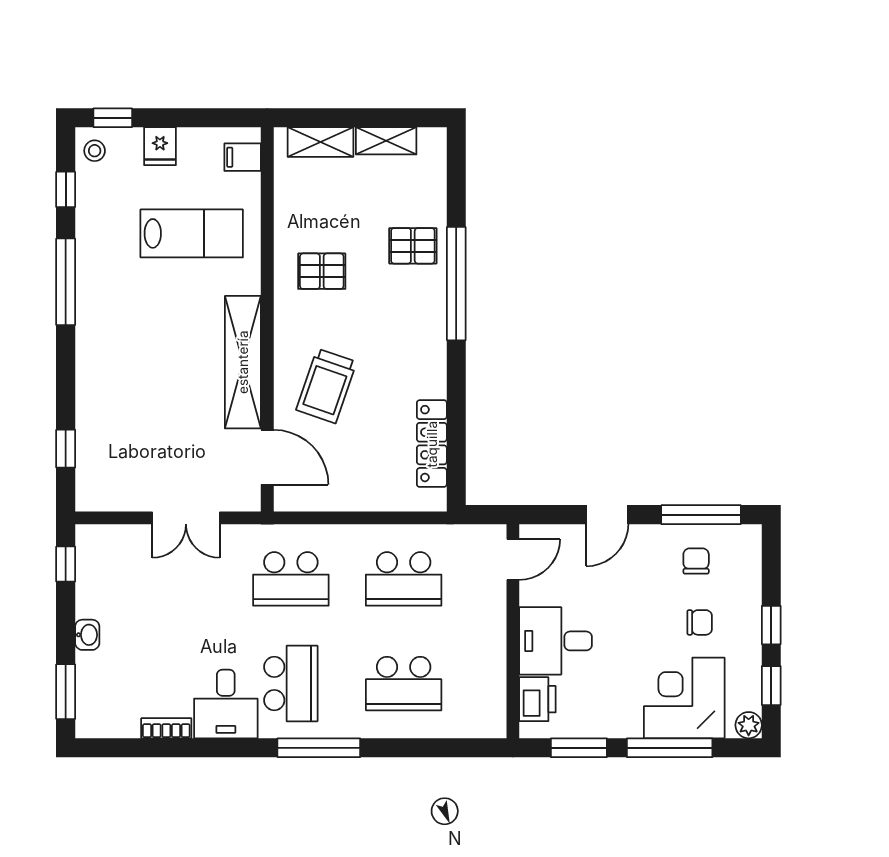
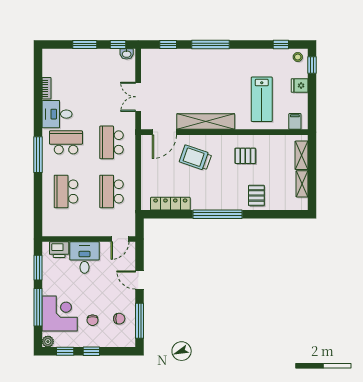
pallet: (322, 271) -> (245, 156), turned 90
window: (66, 282) -> (210, 44), moved
window: (456, 284) -> (217, 214), moved
door: (513, 559) -> (120, 239), hinge flipped
washbasin: (87, 635) -> (127, 54), moved
school desk: (291, 684) -> (66, 142), turned 180
window: (66, 692) -> (85, 44), moved

